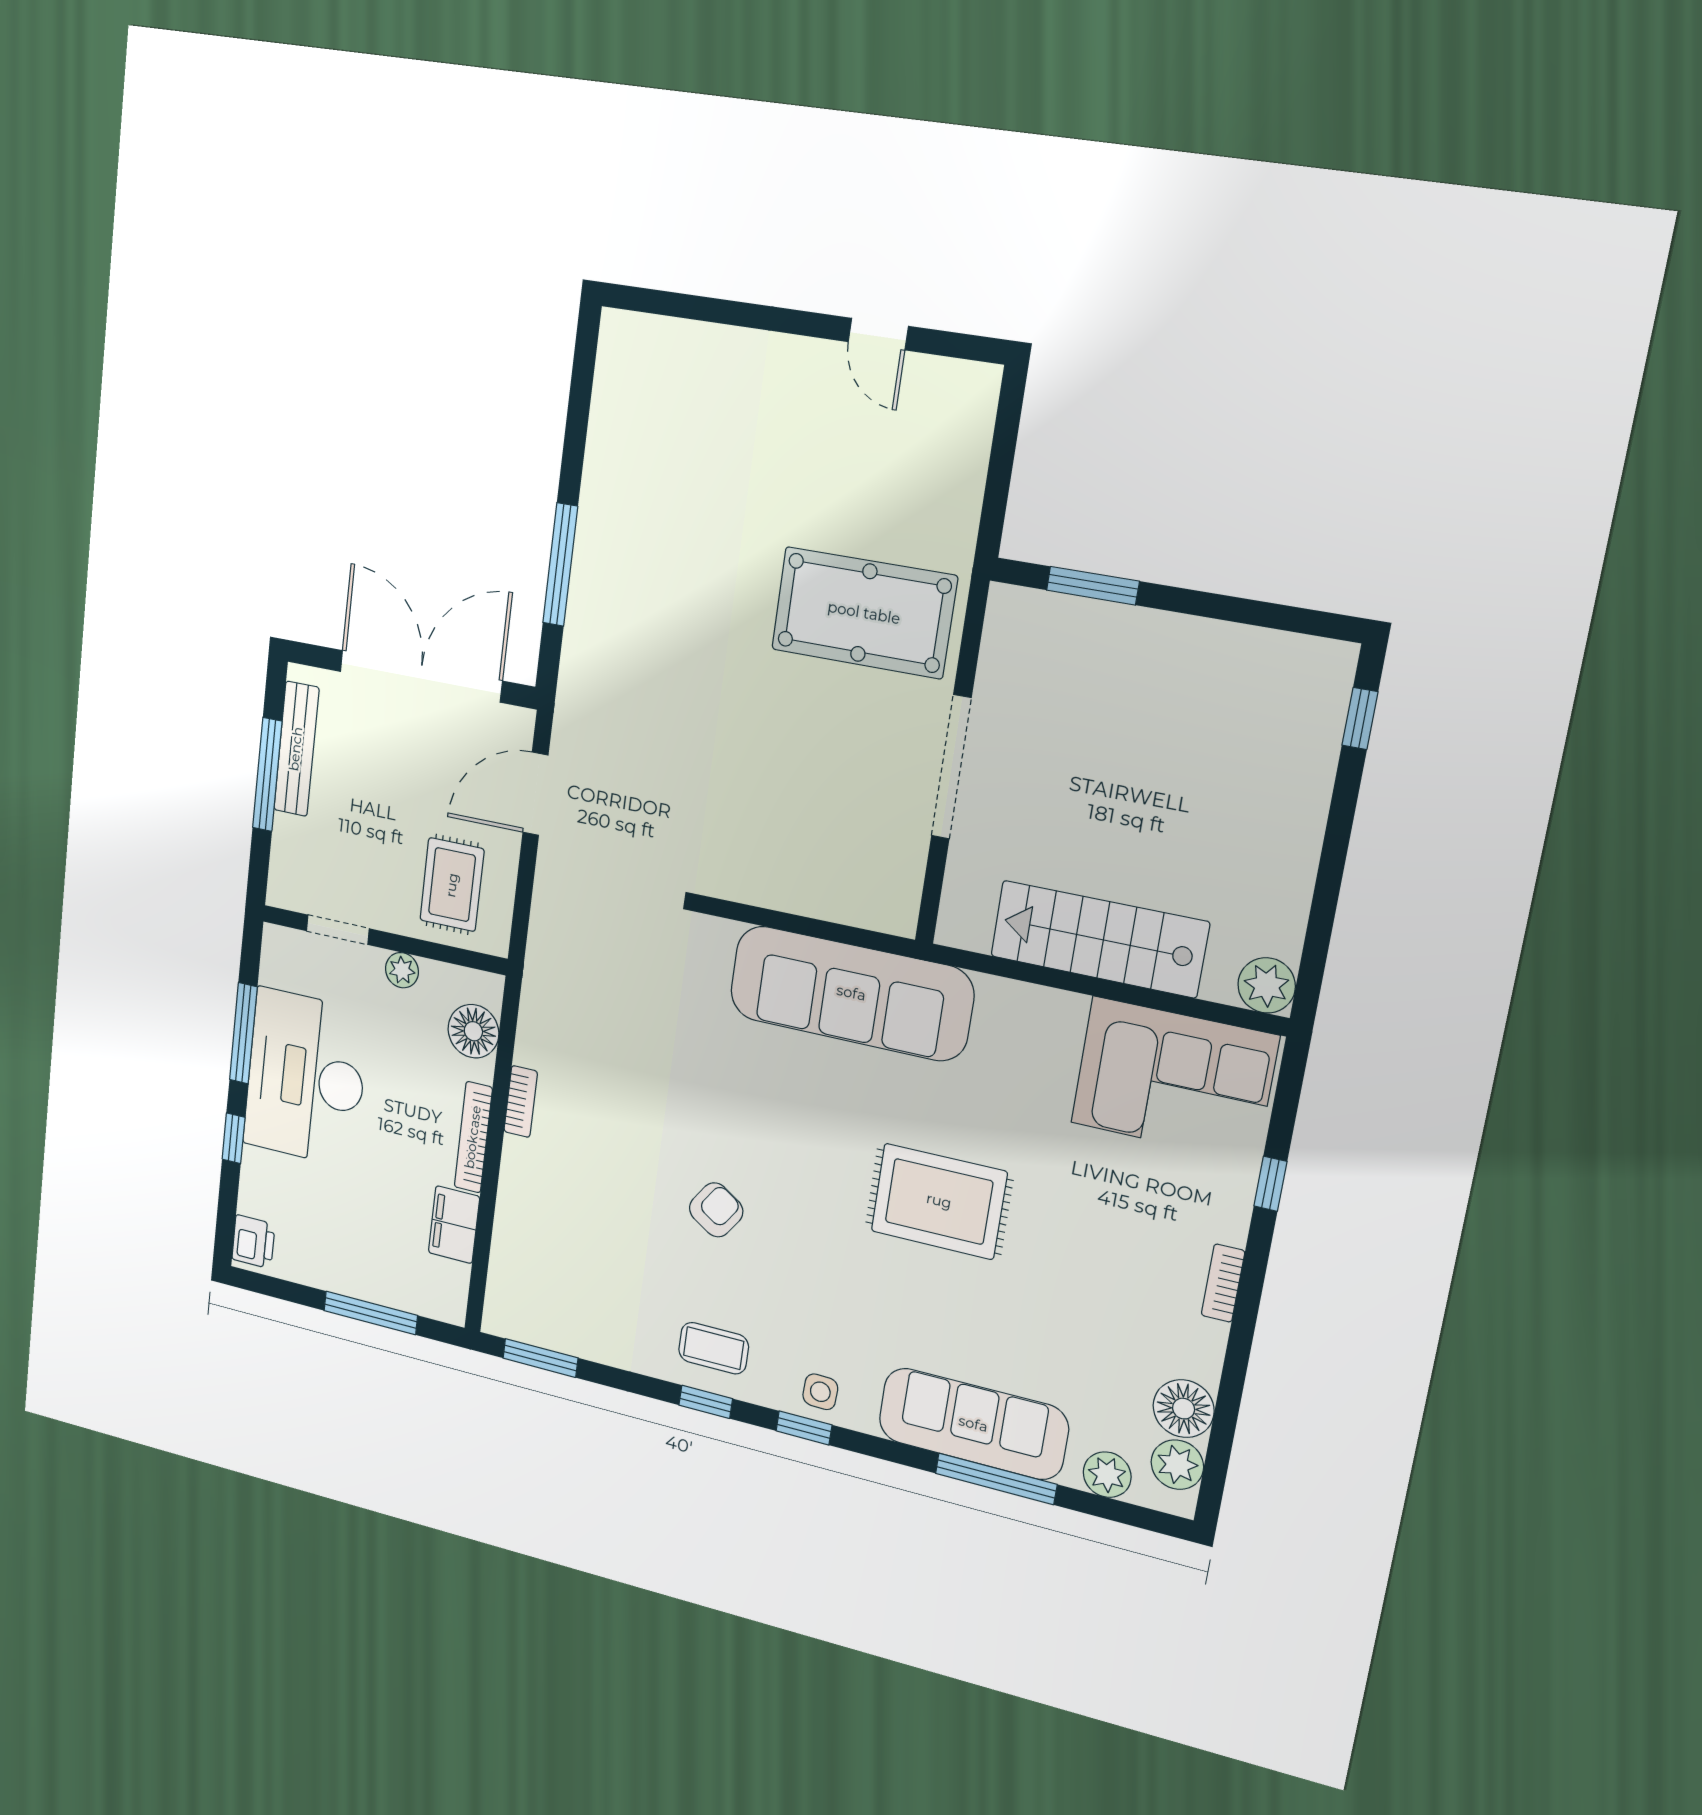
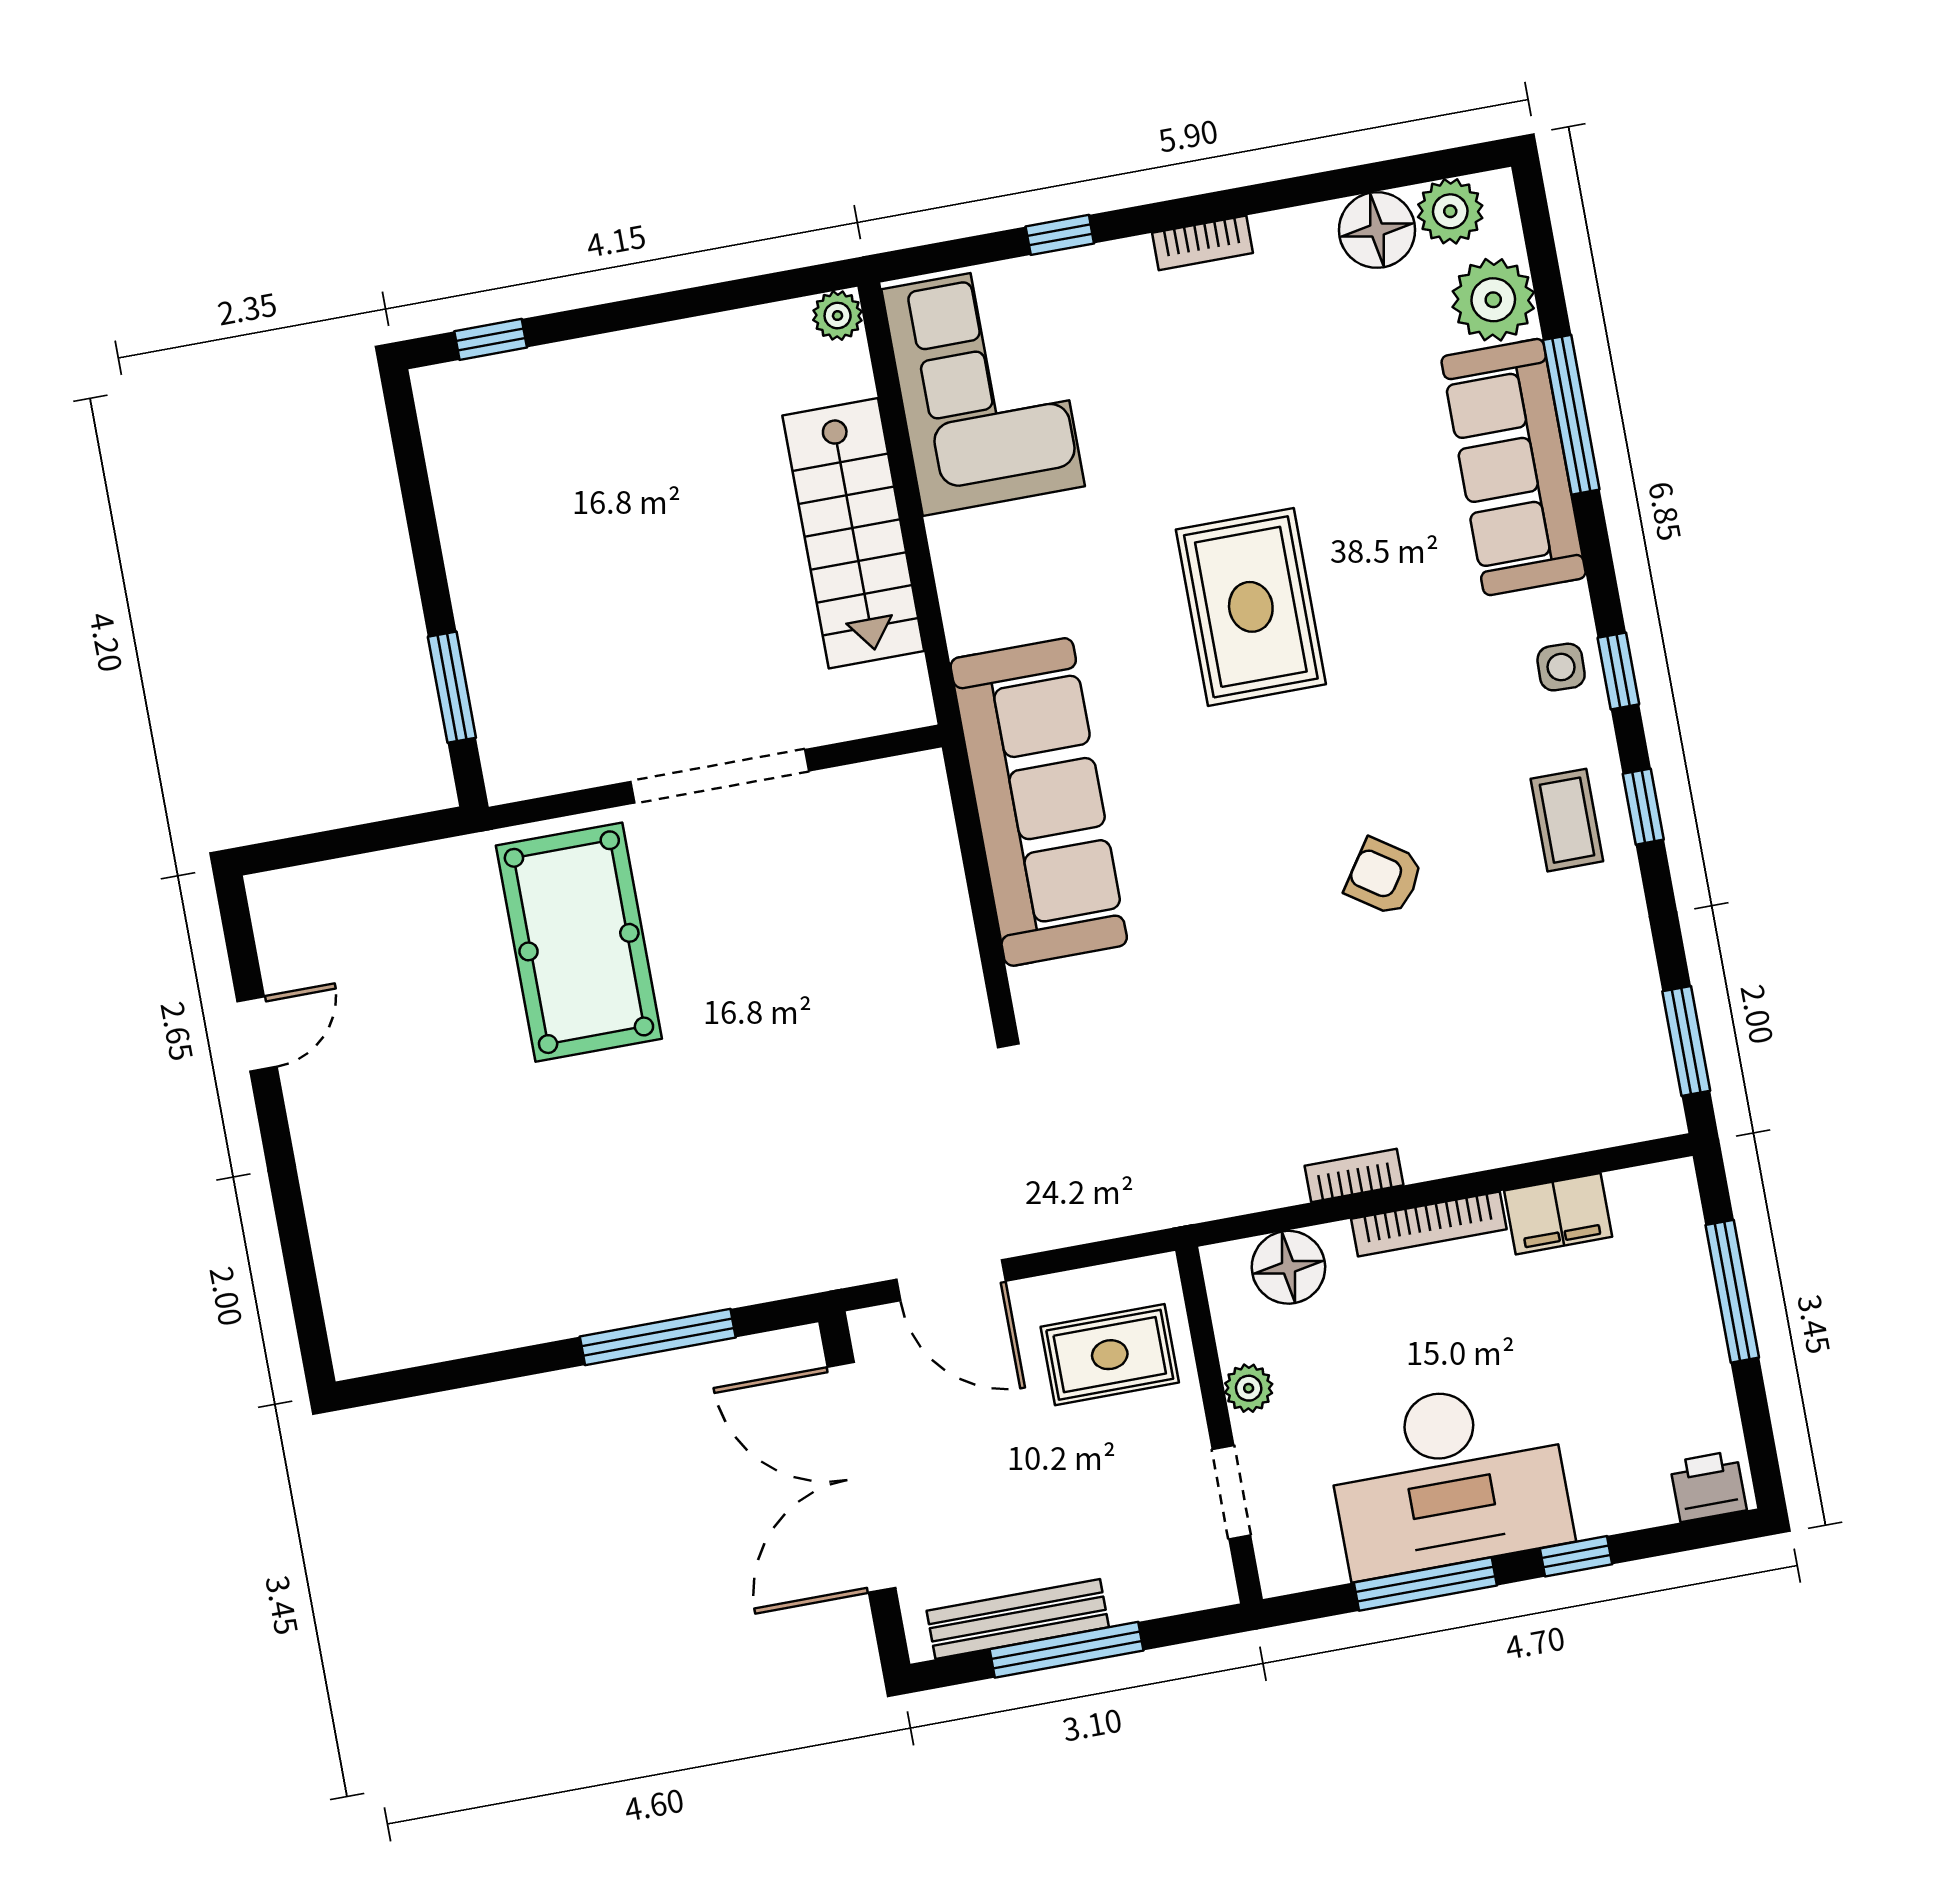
plant: (1267, 985) -> (838, 316), width x0.73, depth x0.73
plant: (1107, 1475) -> (1493, 300), width x1.36, depth x1.36

